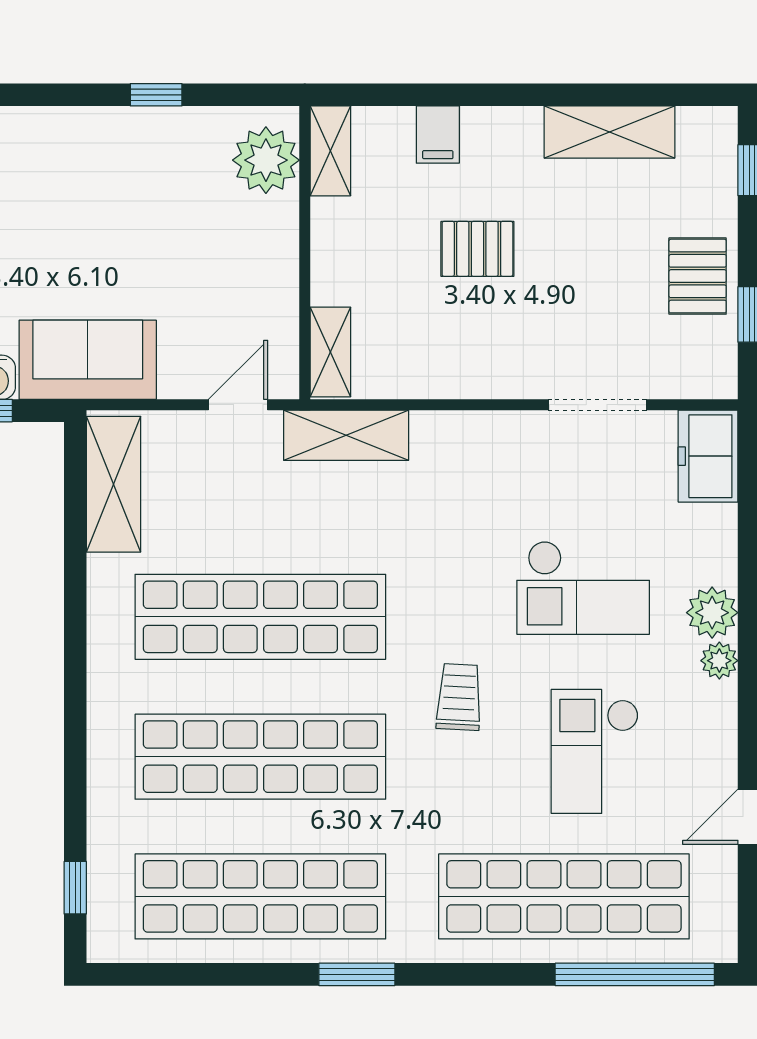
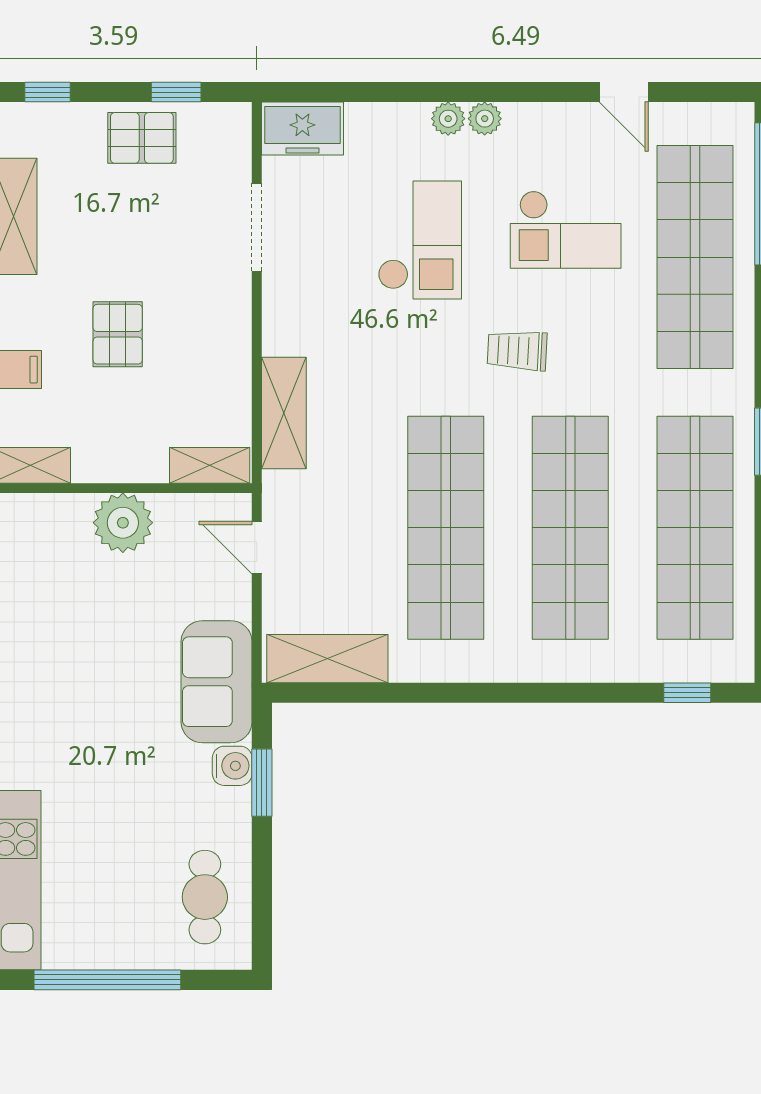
plant: (266, 160) -> (123, 523), moved
shelving: (346, 435) -> (284, 413), moved
plant: (712, 613) -> (448, 119), width x0.73, depth x0.73

